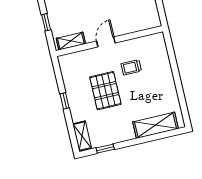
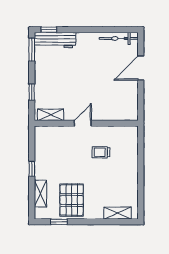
pallet: (105, 91) -> (72, 200), moved
shelving: (156, 125) -> (118, 213), width x0.67, depth x0.75
shelving: (82, 136) -> (40, 194), moved

